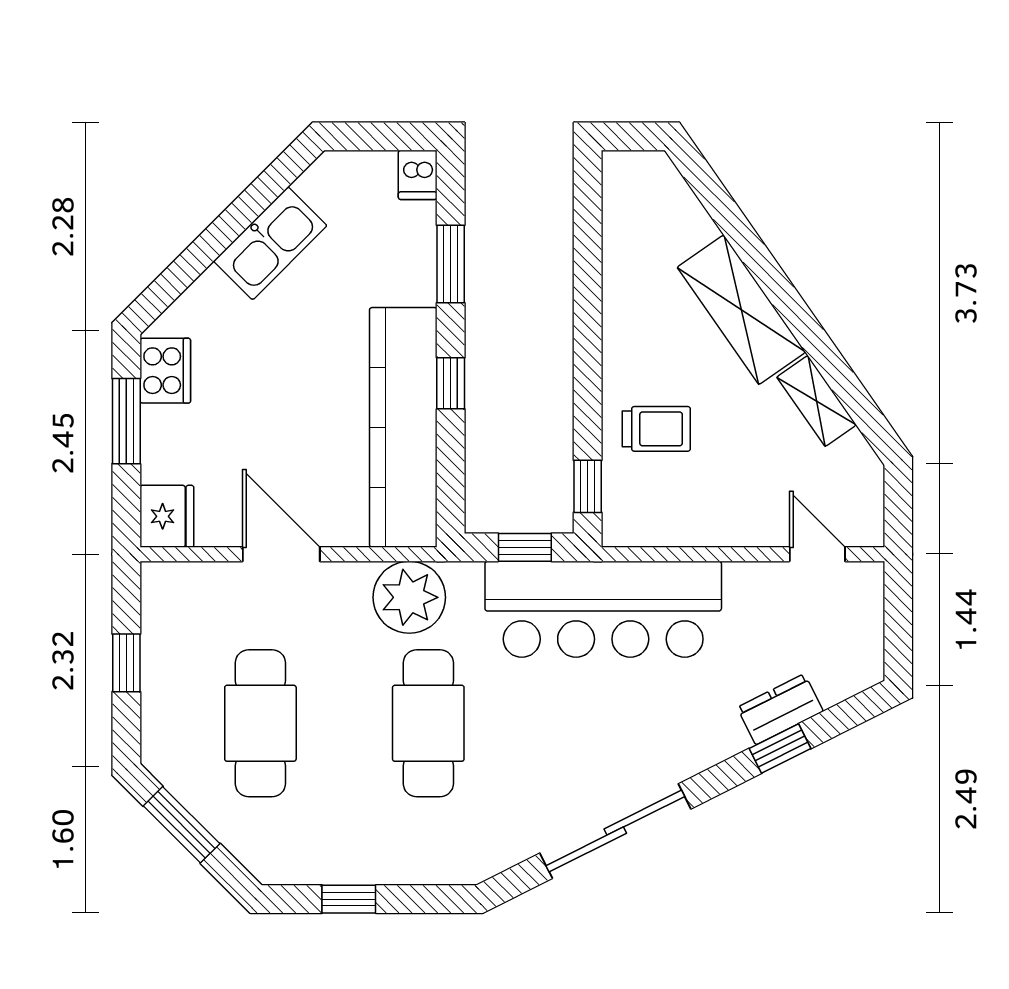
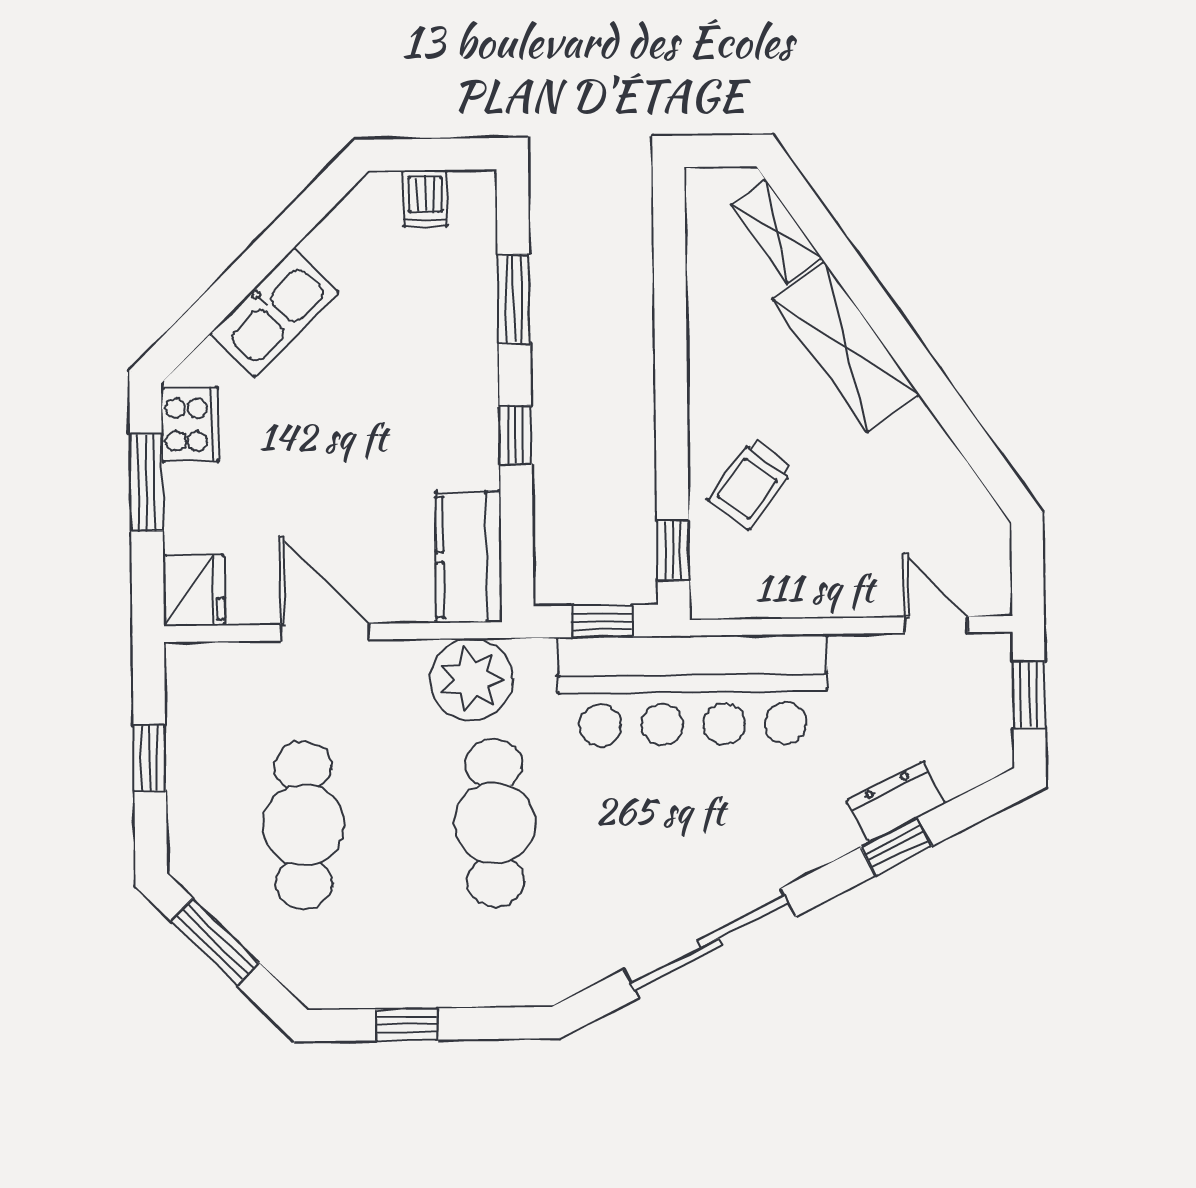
dishwasher: (418, 175) -> (425, 198), moved
kitchen sink: (270, 243) -> (274, 312), moved
shelving: (816, 401) -> (777, 232), moved
kitchen counter: (403, 427) -> (469, 557), width x0.48, depth x0.86
trolley: (656, 429) -> (751, 484), turned 127
window: (898, 617) -> (1029, 695), added

